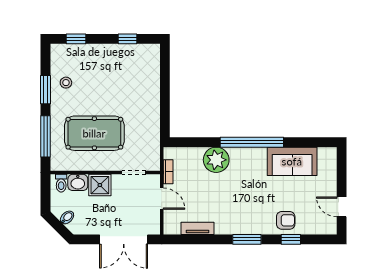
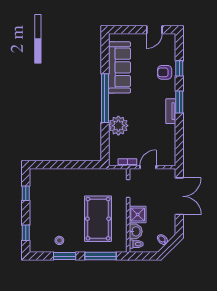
sofa: (292, 161) -> (120, 67), width x1.36
armchair: (286, 220) -> (165, 72), turned -90
tv unit: (198, 228) -> (171, 111), moved

